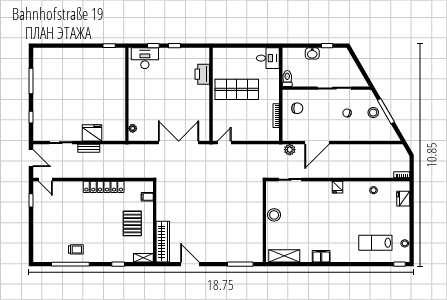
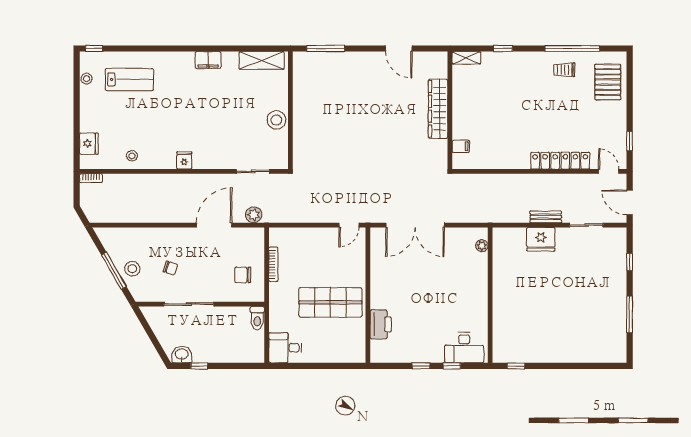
washbasin: (312, 53) -> (182, 355), moved
locker: (104, 187) -> (560, 161), moved
pallet: (132, 223) -> (608, 82), moved
wardrobe: (163, 242) -> (438, 109), moved

